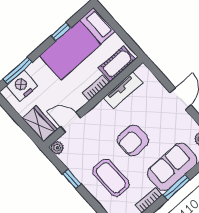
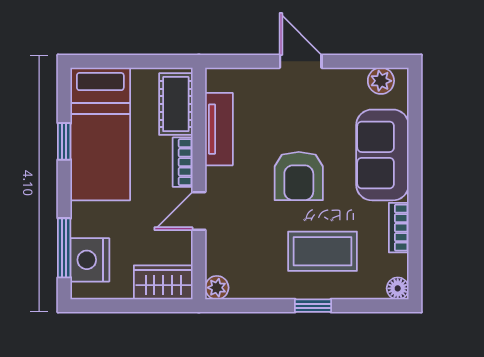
door: (71, 122) -> (199, 211), moved
window: (72, 179) -> (313, 306), moved
window: (176, 187) -> (415, 174), removed

